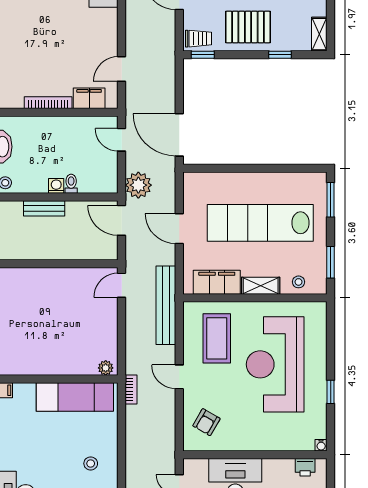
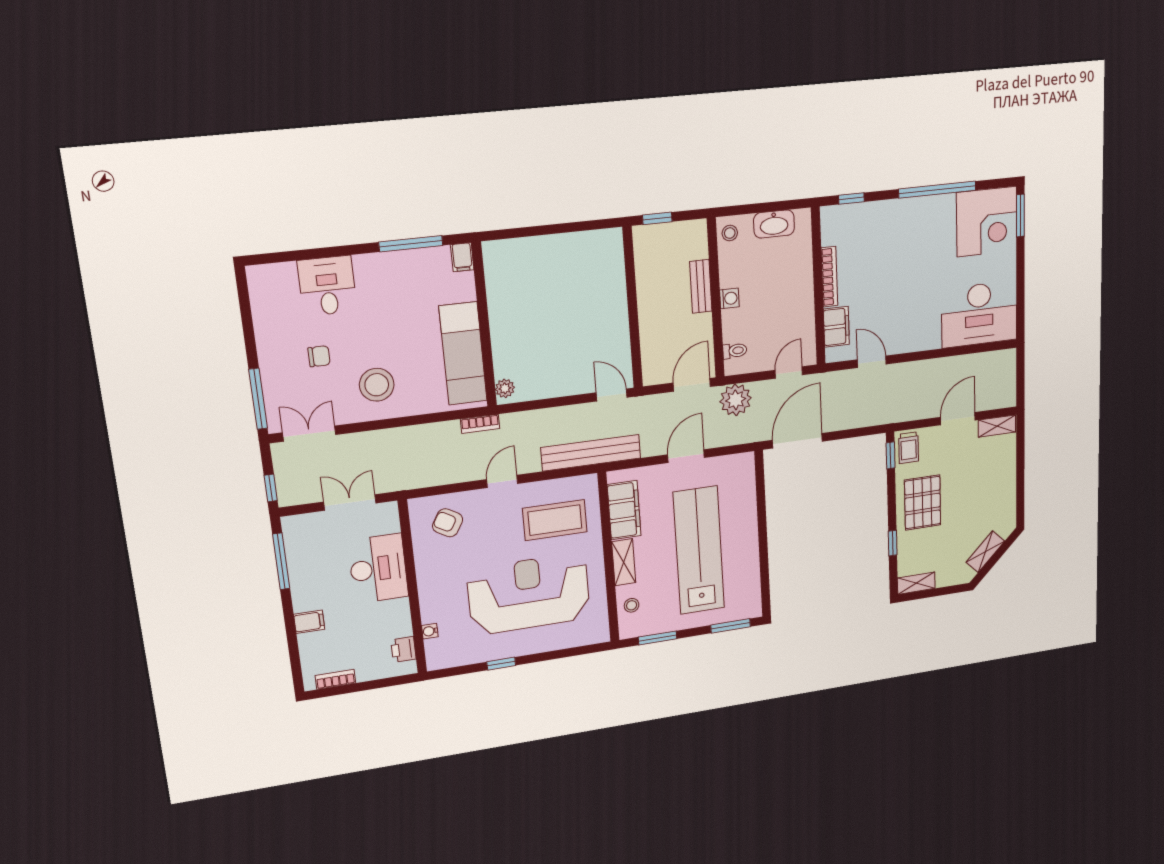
toilet: (71, 184) -> (735, 351), moved
water cooler: (321, 445) -> (430, 631), moved
stool: (91, 463) -> (377, 385), width x1.89, depth x1.89

